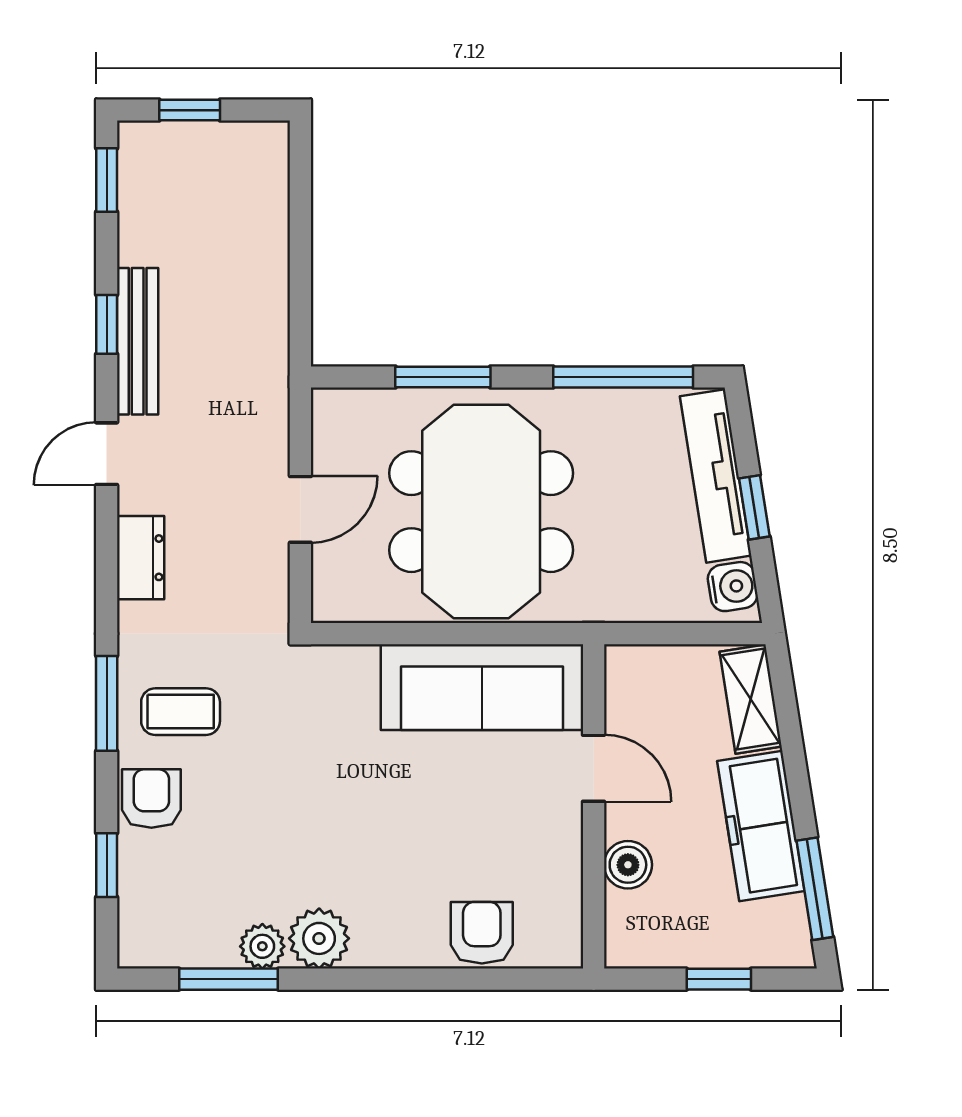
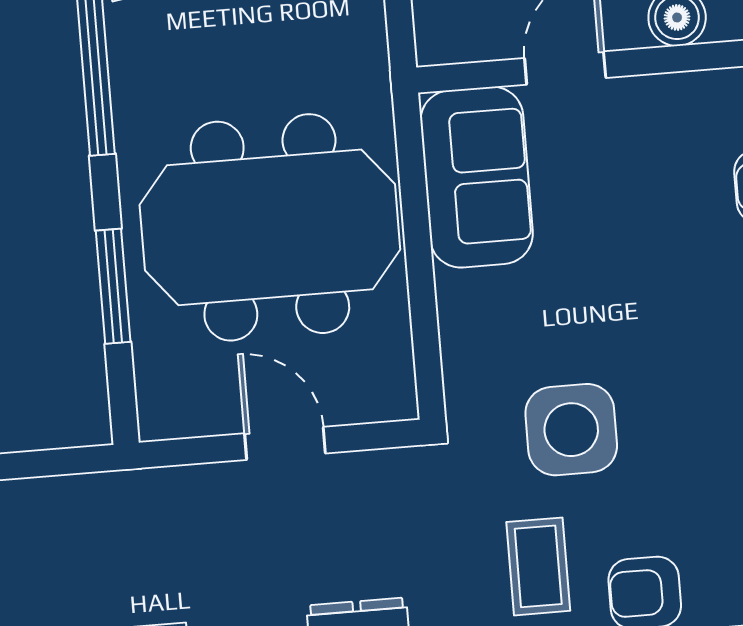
sofa: (482, 687) -> (477, 177), width x0.73
side table: (292, 748) -> (571, 430), added

